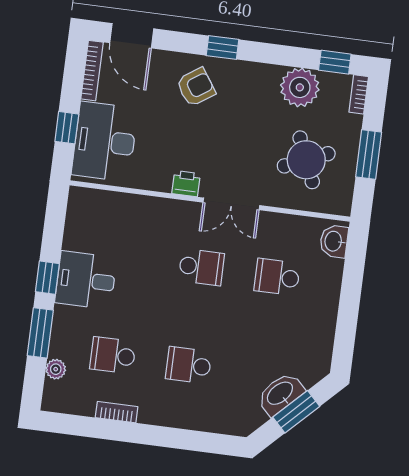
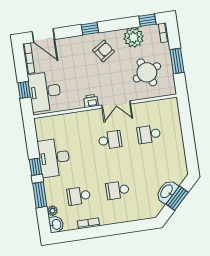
armchair: (196, 87) -> (104, 51), moved
washbasin: (334, 241) -> (56, 224), moved, turned 180
desk: (86, 280) -> (54, 158), width x1.37

